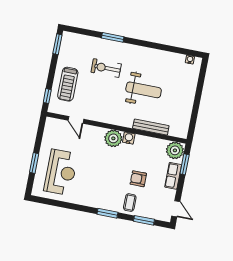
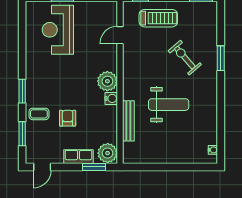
exercise bike: (106, 68) -> (185, 58), turned -41
treadmill: (68, 84) -> (158, 18), turned 180
weight bench: (144, 90) -> (169, 105), turned -90
reception desk: (61, 172) -> (58, 30), turned 90

